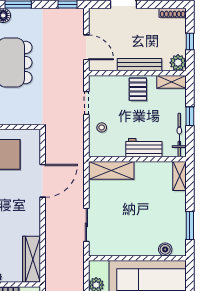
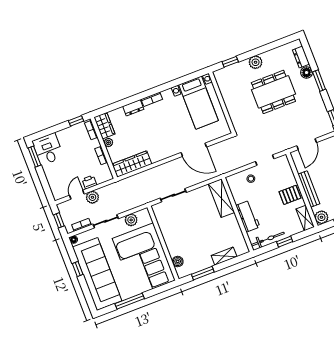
shelving: (180, 176) -> (224, 256), moved

